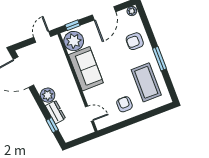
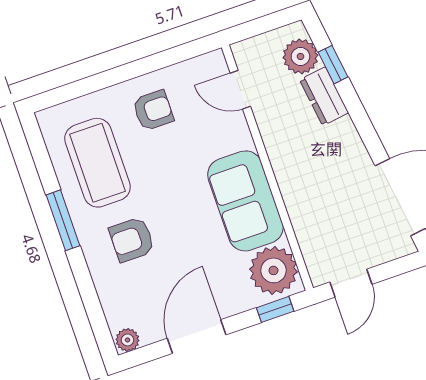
armchair: (135, 41) -> (132, 240), moved, turned 180
plant: (48, 95) -> (300, 56), moved
armchair: (124, 104) -> (153, 110), turned -89

